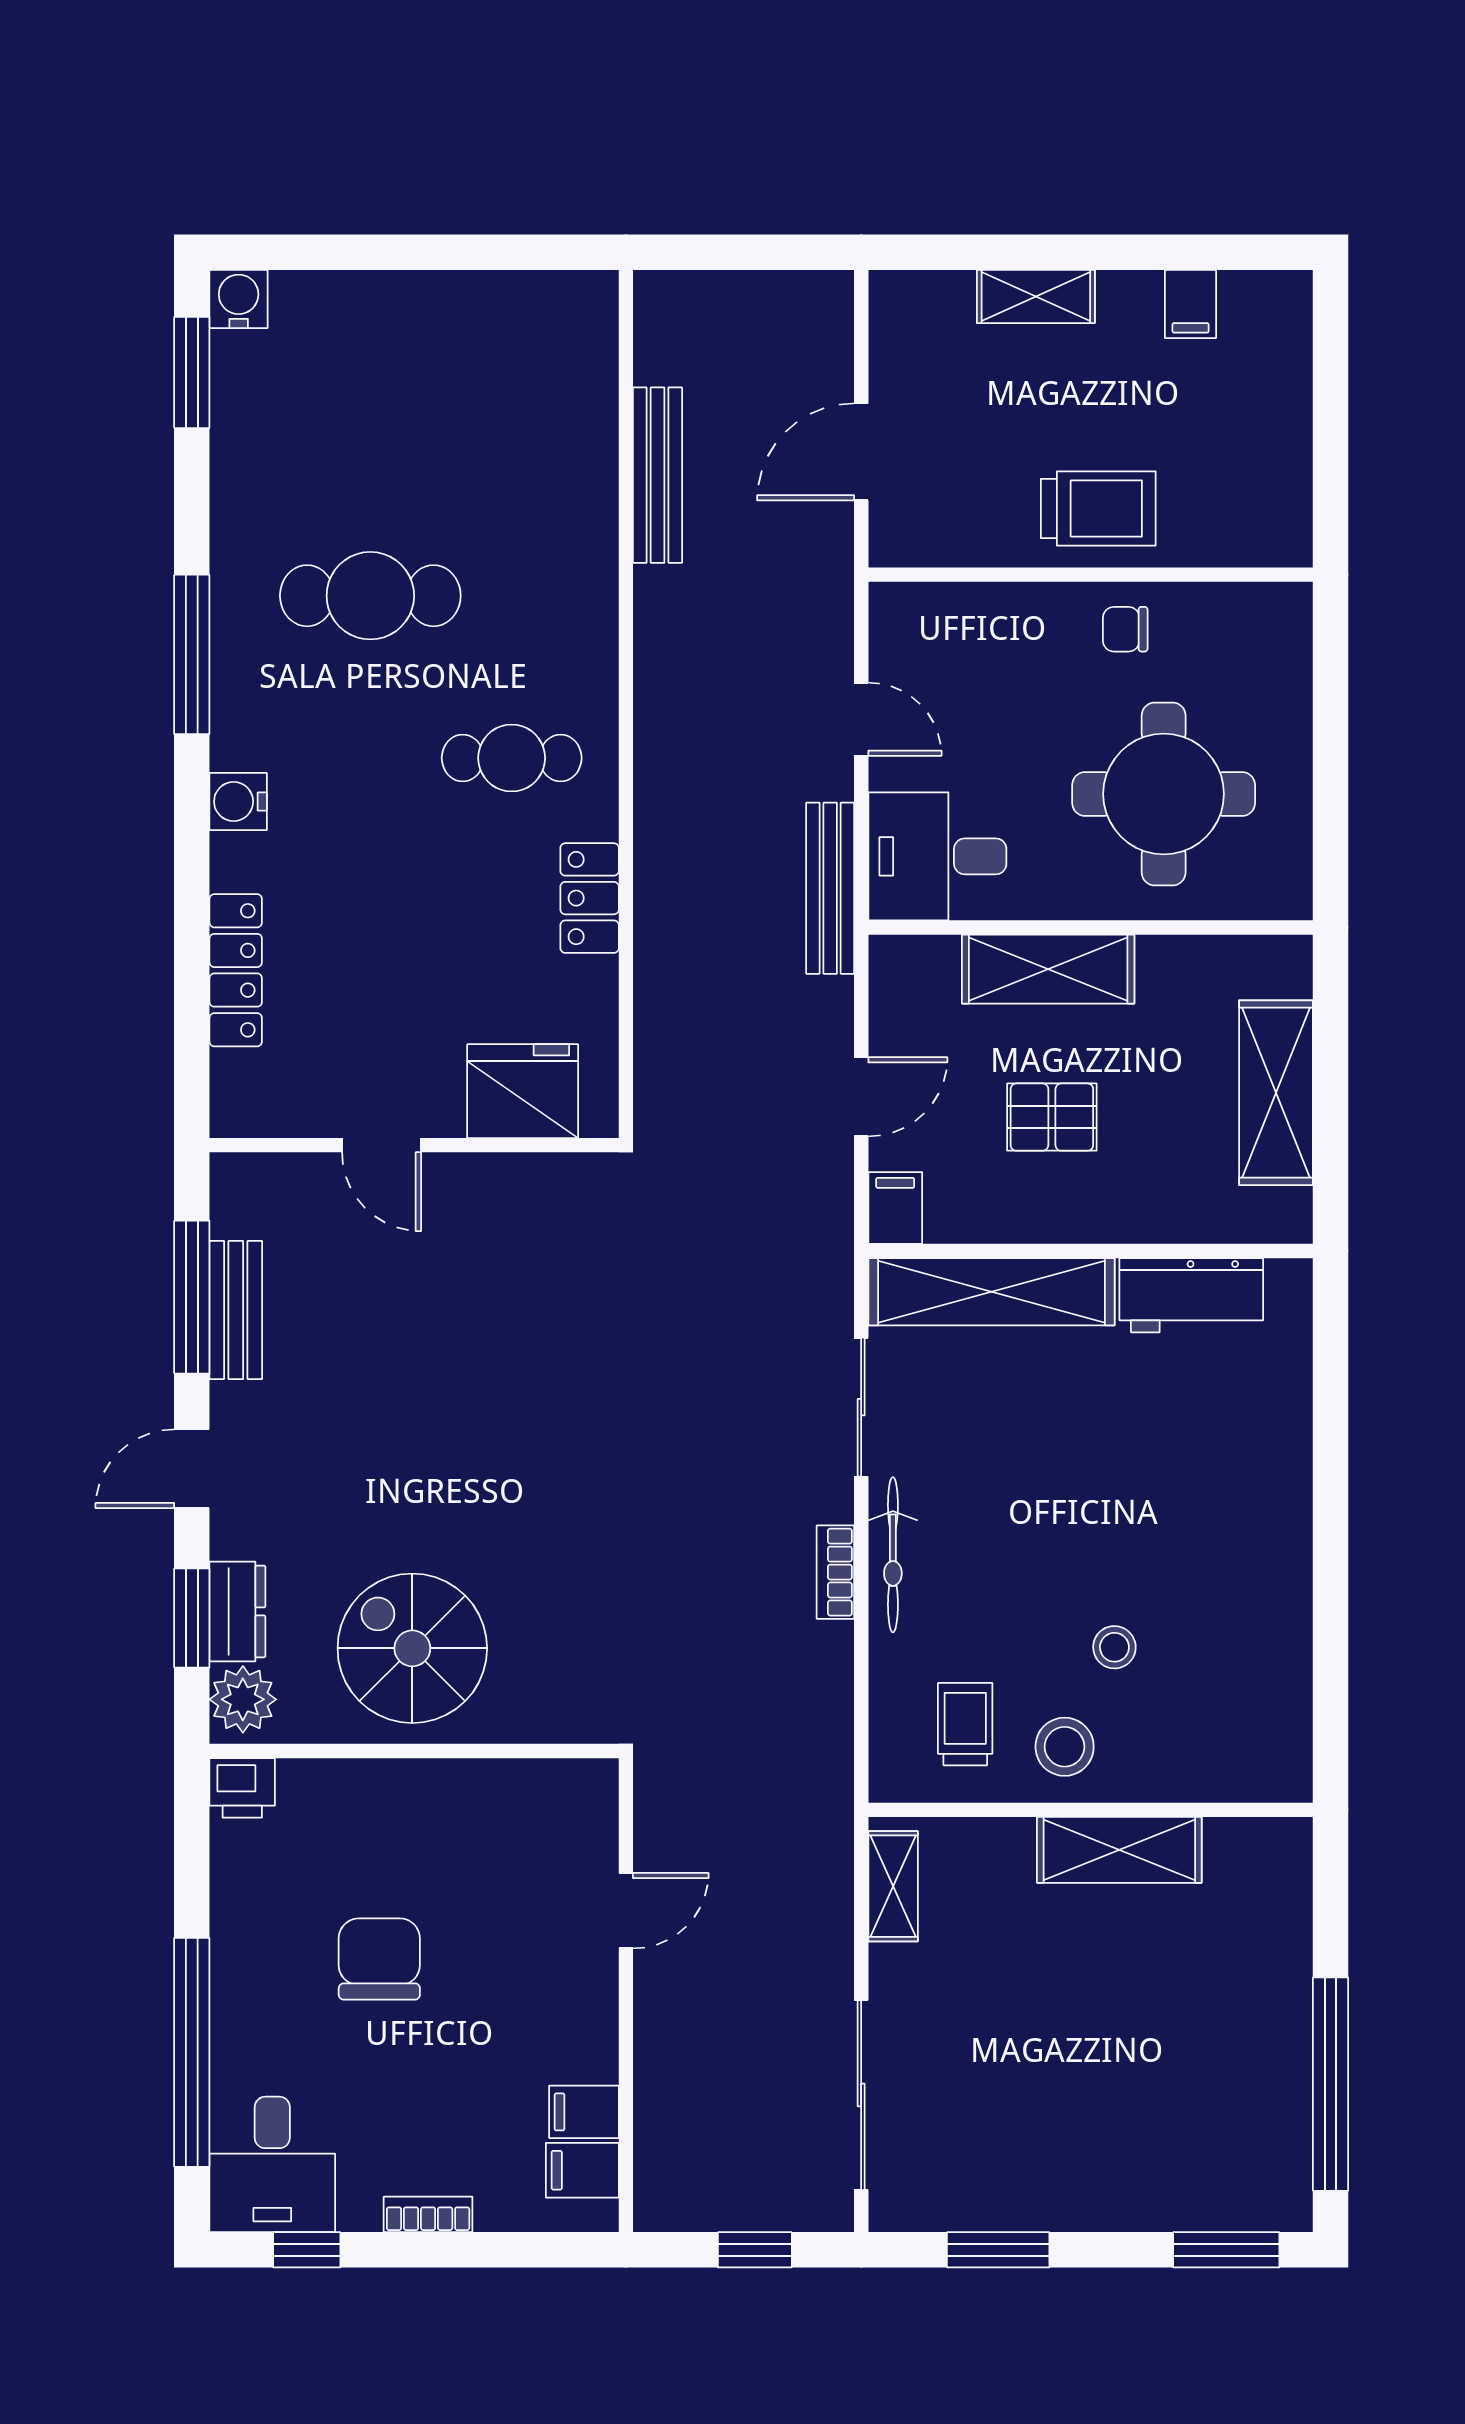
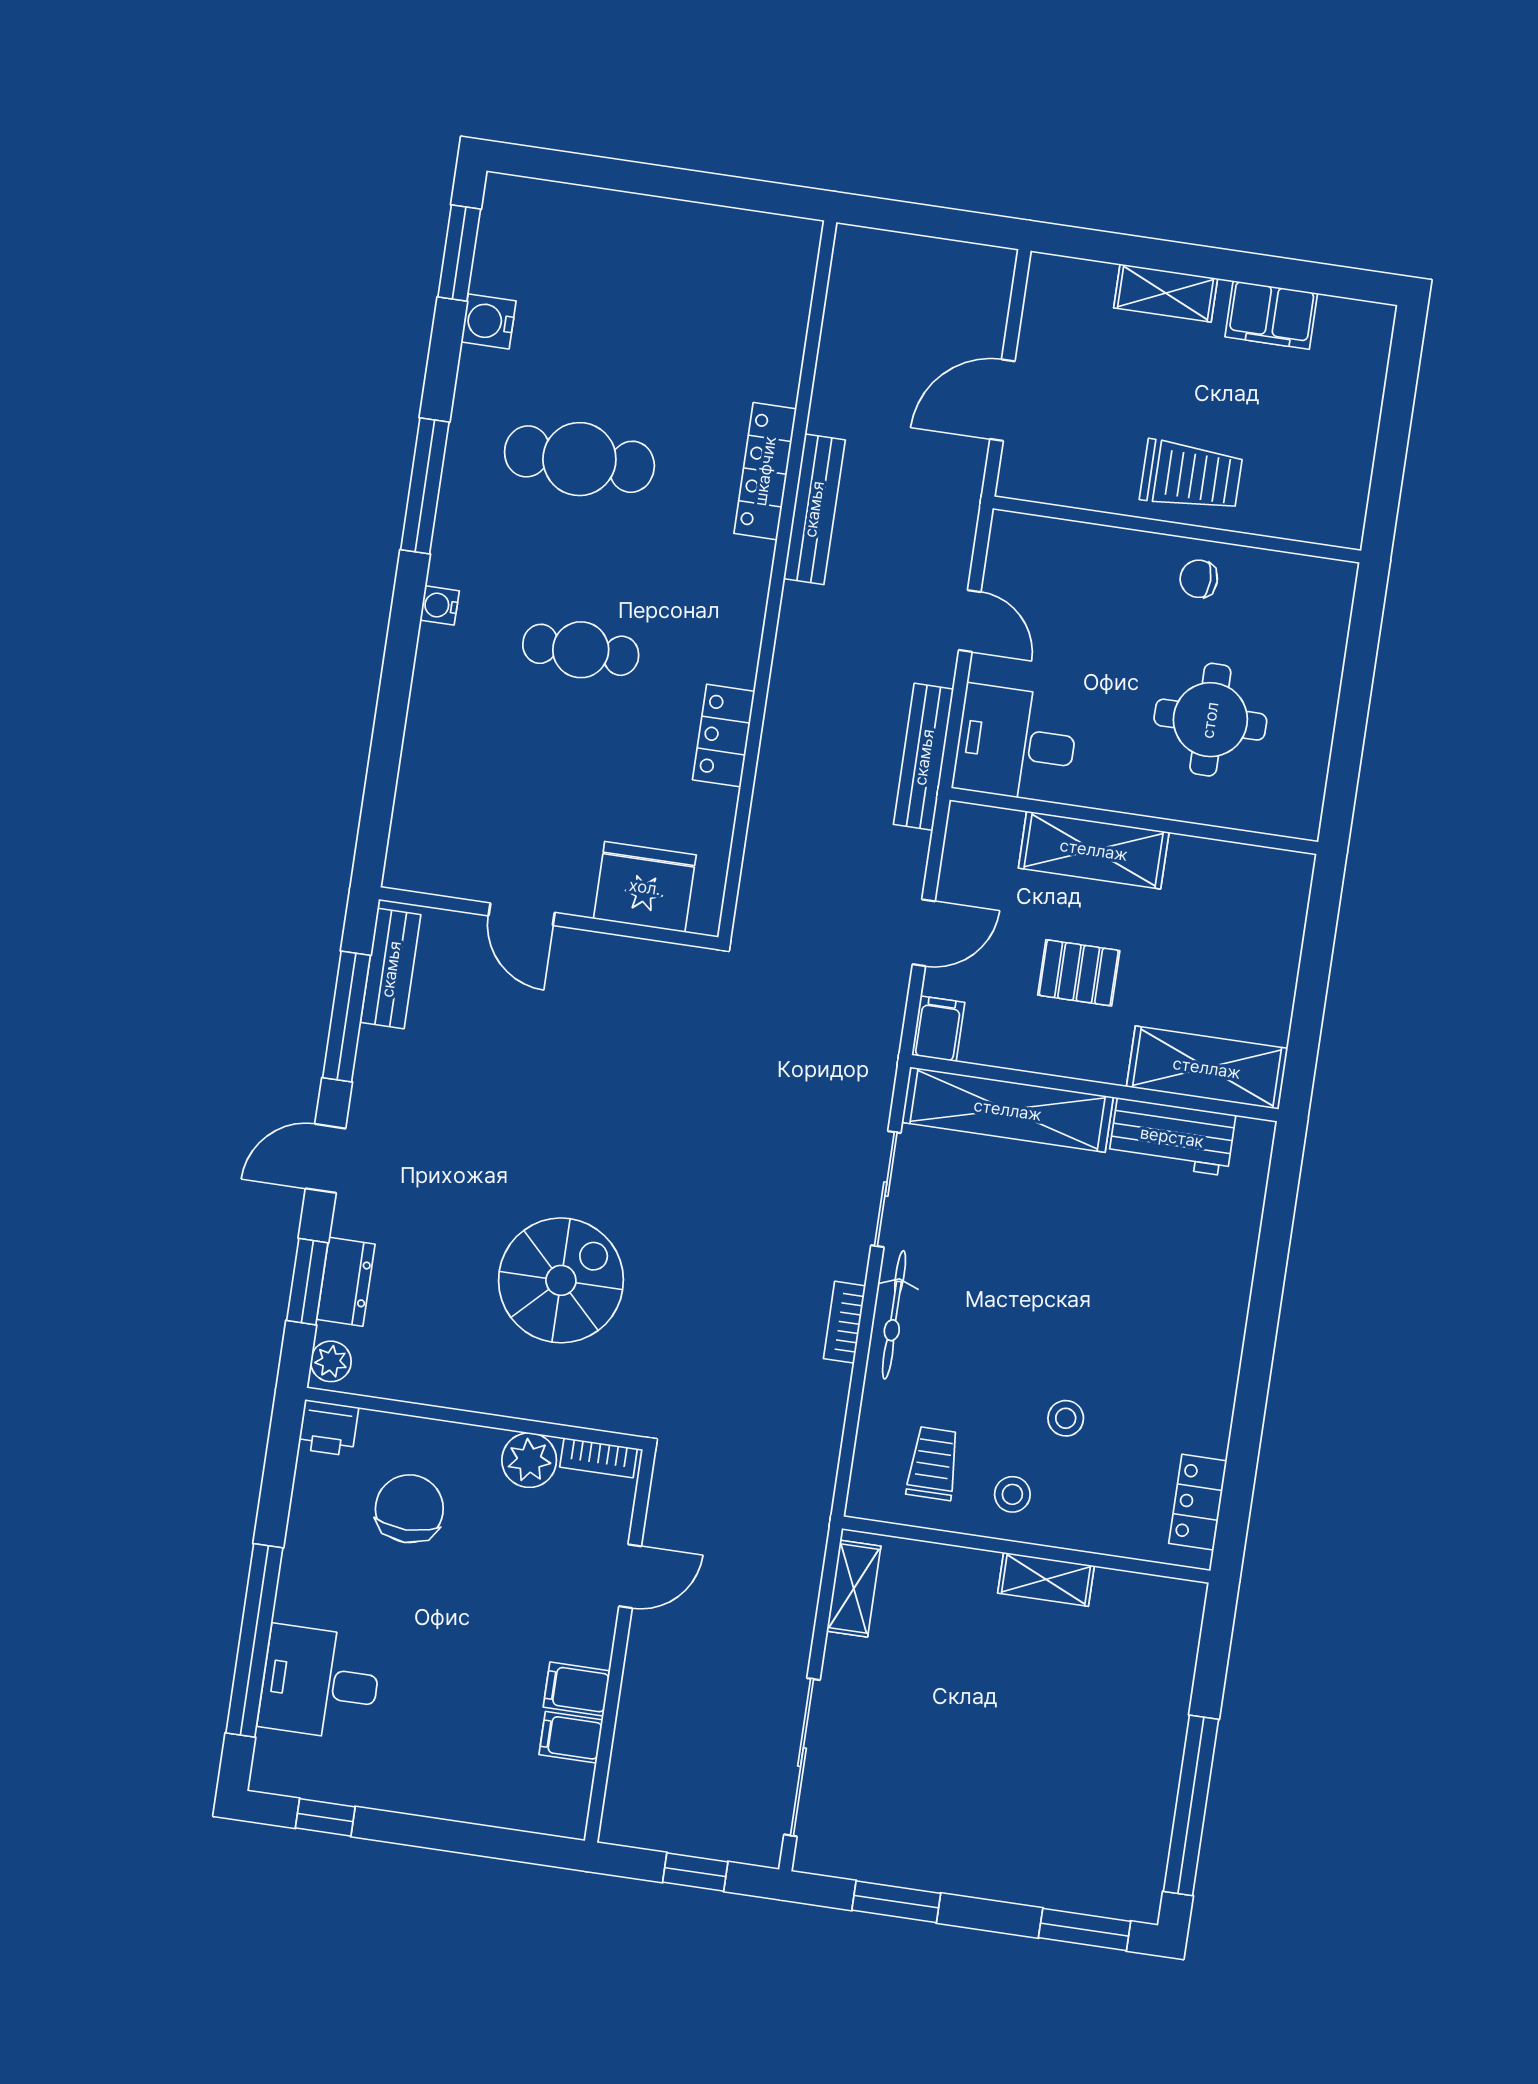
water cooler: (239, 299) -> (489, 321), moved, turned -90
filing cabinet: (1191, 304) -> (1271, 315), width x2.00
bench: (658, 475) -> (814, 509), moved
cafe table: (512, 758) -> (581, 650), moved
round table: (1164, 794) -> (1210, 720), width x0.73, depth x0.73
water cooler: (238, 802) -> (440, 605), width x0.72, depth x0.72
locker: (236, 970) -> (765, 471), moved, turned 180
shelving: (1276, 1093) -> (1207, 1068), moved, turned 90
bench: (236, 1310) -> (391, 969), moved
spiral stairs: (412, 1648) -> (561, 1280), moved, turned 90
plant: (243, 1699) -> (331, 1361), width x0.73, depth x0.73
locker: (1286, 1724) -> (1198, 1502), added
stool: (1065, 1747) -> (1012, 1494), width x0.73, depth x0.73
plant: (486, 1791) -> (529, 1460), added
shelving: (1119, 1850) -> (1046, 1579), width x0.67, depth x0.75
chair: (379, 1959) -> (409, 1509), moved
desk: (272, 2164) -> (320, 1683), moved, turned 90
filing cabinet: (582, 2170) -> (577, 1689), moved
bookcase: (428, 2214) -> (599, 1458), moved, turned 180

